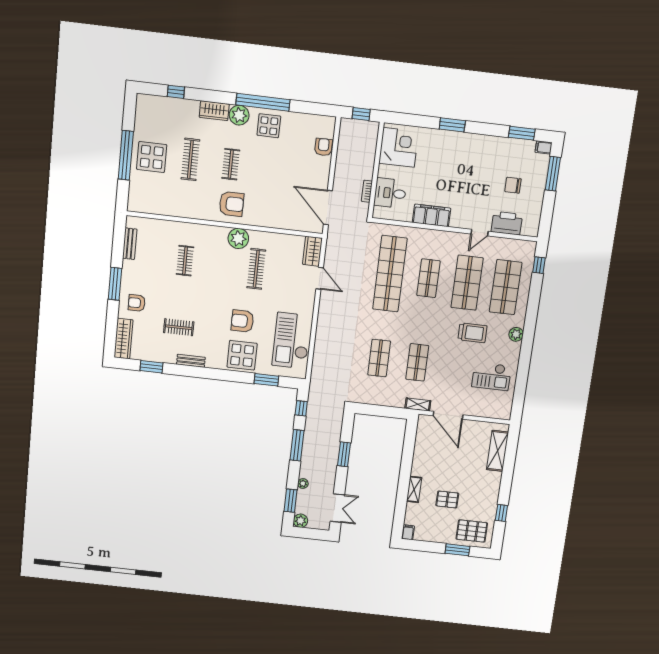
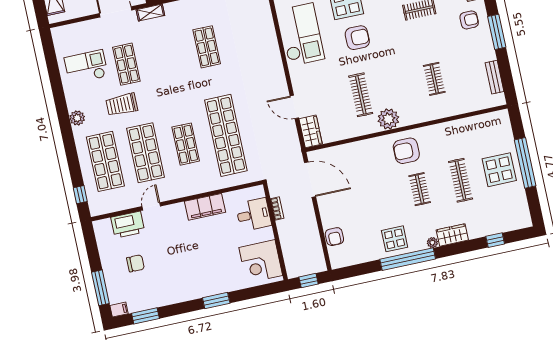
plant: (239, 115) -> (432, 243), width x0.53, depth x0.53
shop shelf: (417, 362) -> (126, 64), moved

